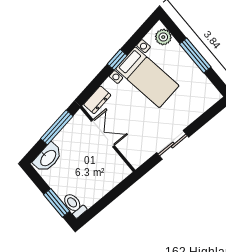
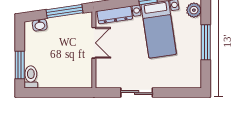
dresser: (97, 100) -> (115, 15), width x1.44
washbasin: (48, 158) -> (40, 25), width x0.52, depth x0.69

